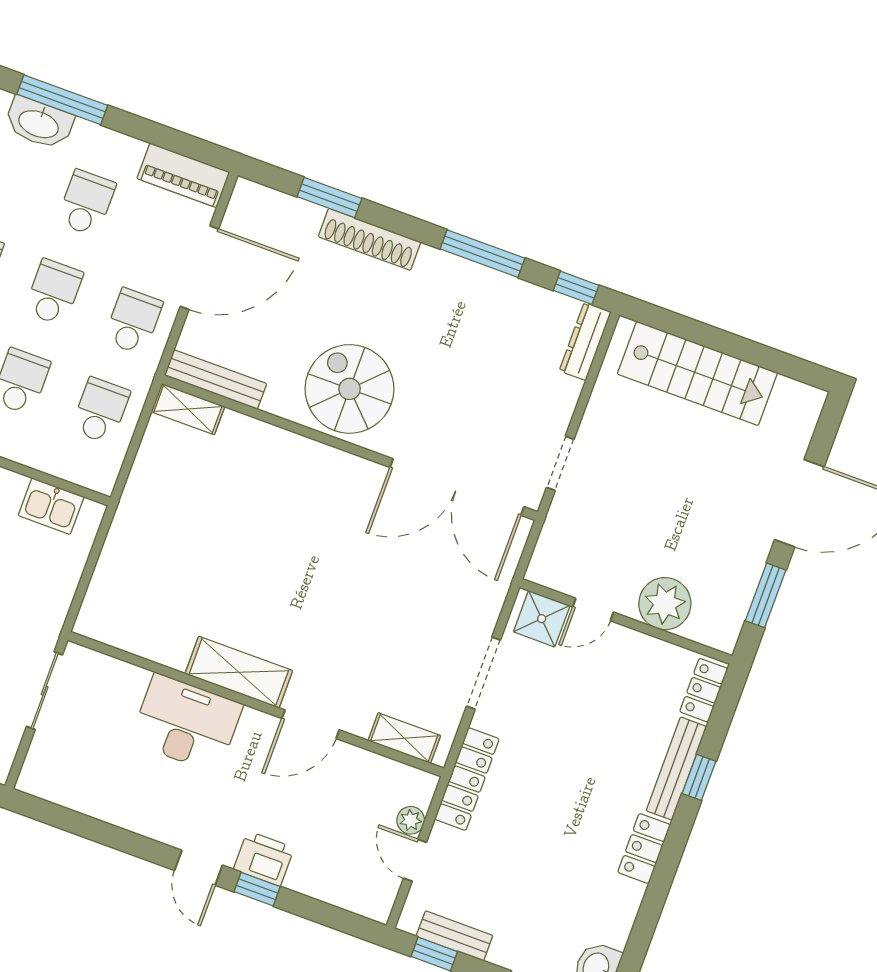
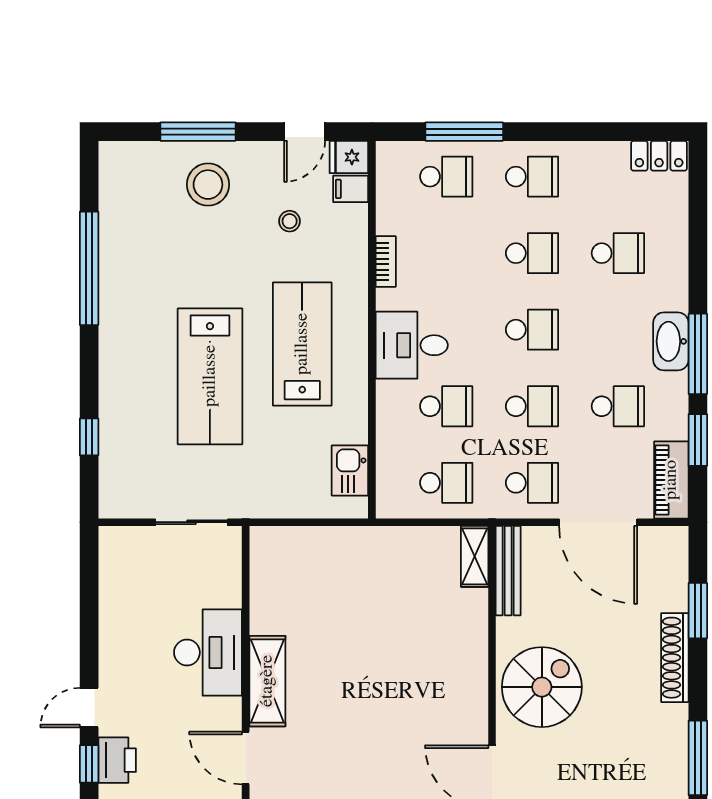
window: (152, 133) -> (698, 440), added

